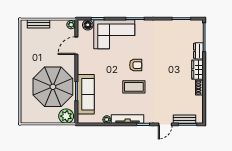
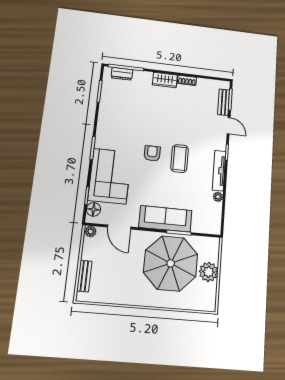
dresser: (198, 51) -> (122, 74), moved
sofa: (86, 94) -> (165, 219), moved
plant: (66, 116) -> (209, 272), moved

